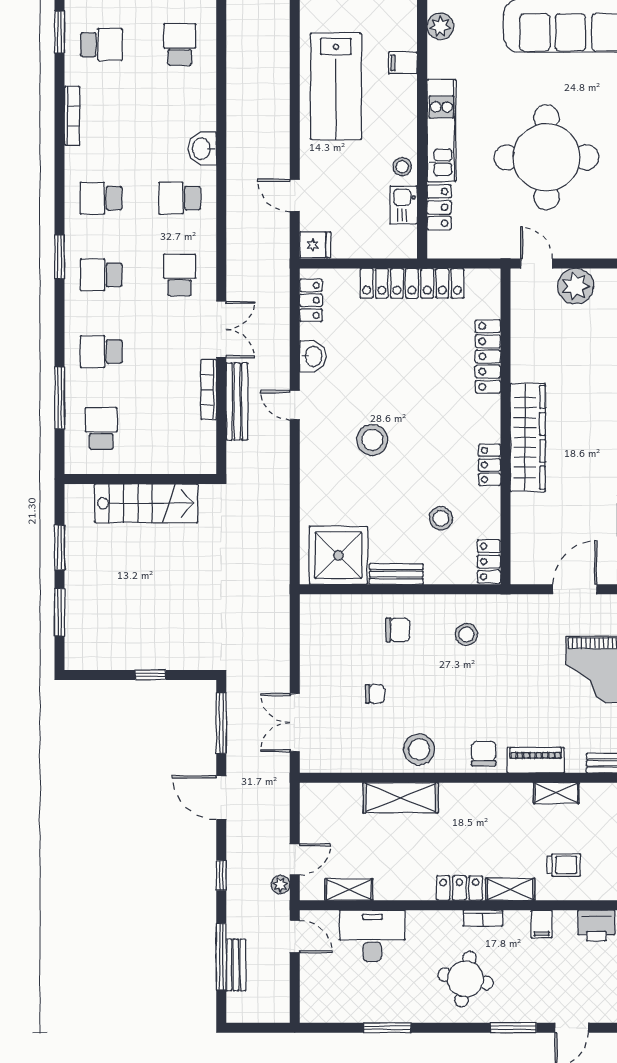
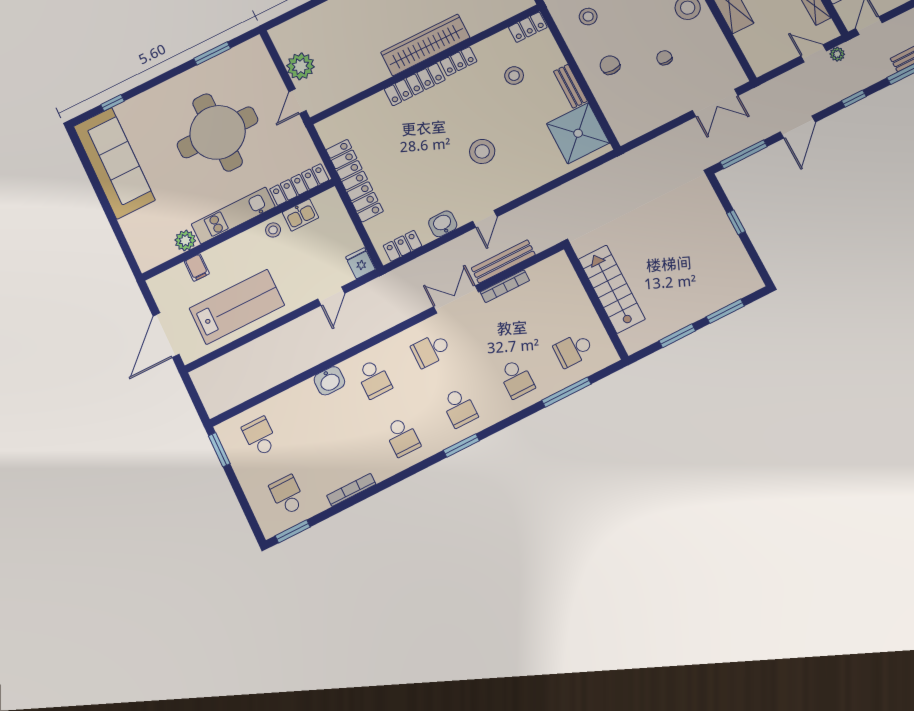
plant: (440, 26) -> (185, 240), moved
school desk: (180, 45) -> (260, 437), turned 90
locker: (439, 207) -> (299, 185), width x1.53
locker: (488, 356) -> (415, 84), moved

